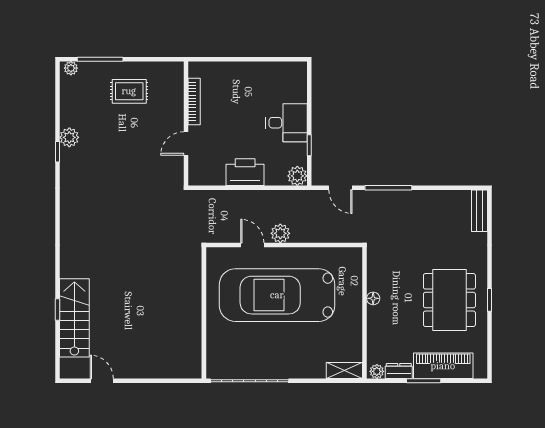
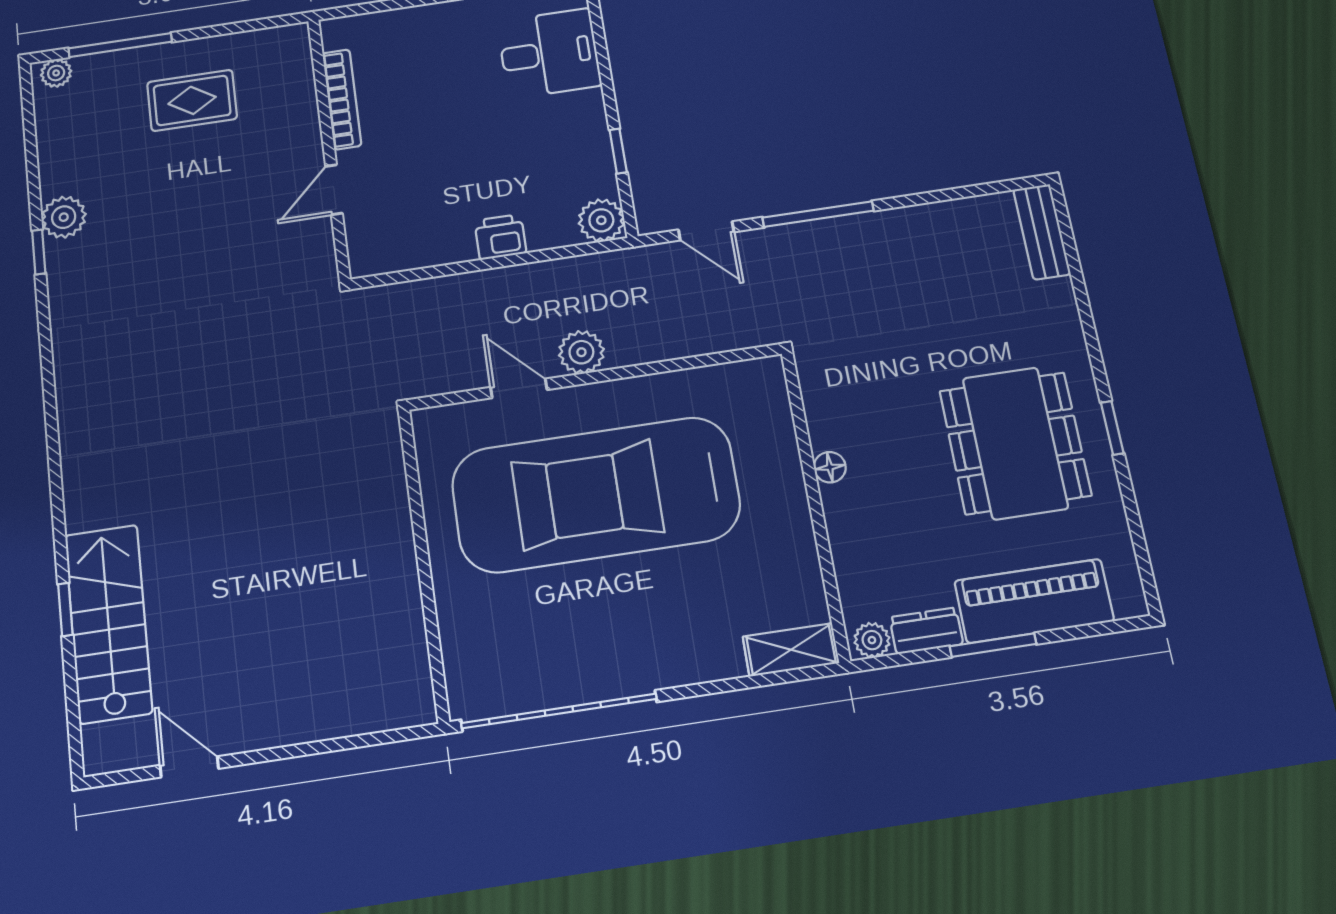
desk: (286, 123) -> (549, 53), moved
printer: (245, 172) -> (500, 237), width x0.53, depth x0.68

